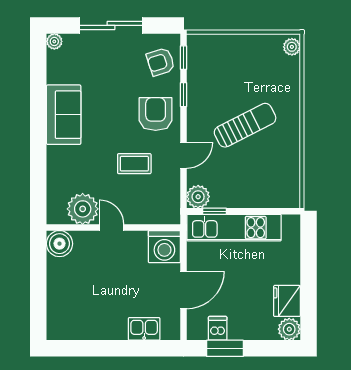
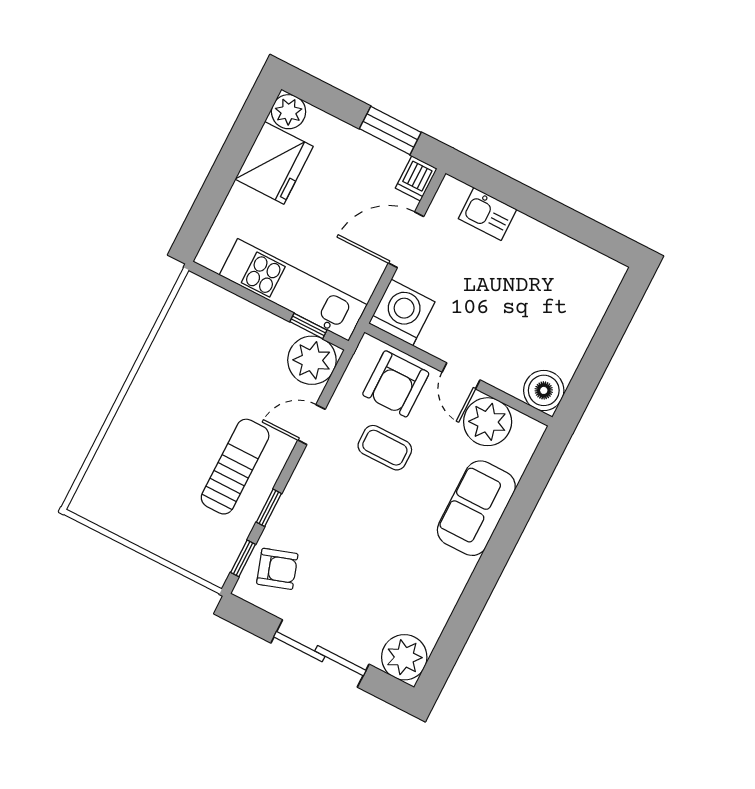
plant: (54, 41) -> (404, 657), width x1.88, depth x1.88
plant: (292, 47) -> (87, 497), removed
armchair: (156, 114) -> (396, 384), moved
sofa: (64, 115) -> (476, 508), moved
sun lounger: (245, 125) -> (235, 467), moved, turned 117
plant: (198, 197) -> (312, 360), width x1.36, depth x1.36
fridge: (287, 301) -> (274, 163), width x1.36, depth x1.34
dishwasher: (218, 328) -> (416, 178), moved

